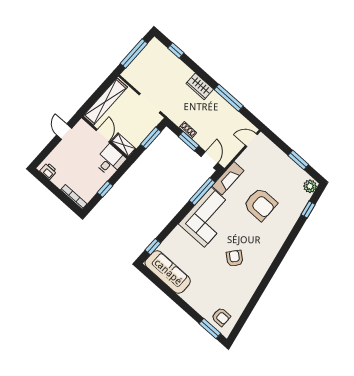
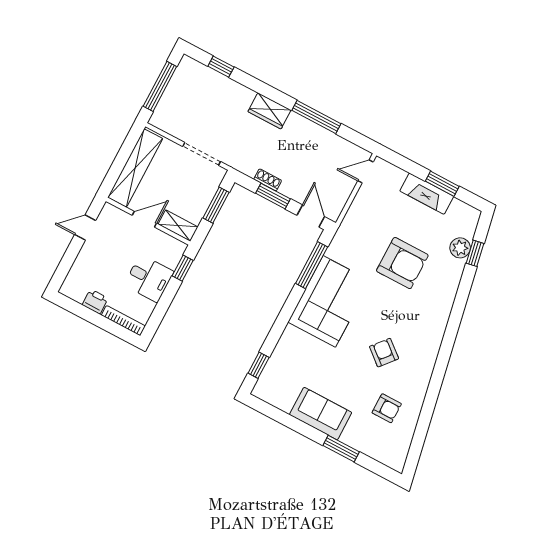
door: (64, 132) -> (85, 228), hinge flipped
door: (103, 136) -> (144, 219), hinge flipped
desk: (110, 161) -> (149, 278), moved, turned 90
printer: (48, 171) -> (95, 302), moved
fireplace: (228, 178) -> (427, 194), moved, turned 90
plant: (310, 186) -> (460, 248), moved
window: (105, 189) -> (183, 268), moved
sofa: (168, 272) -> (321, 414), moved, width x0.73
armchair: (221, 317) -> (387, 408), moved
window: (210, 329) -> (341, 449), moved

